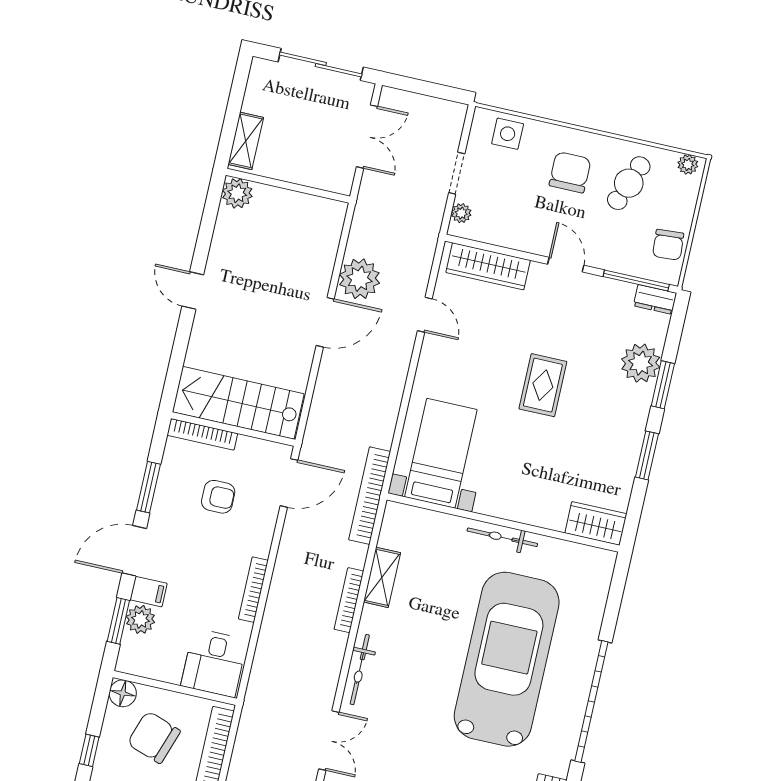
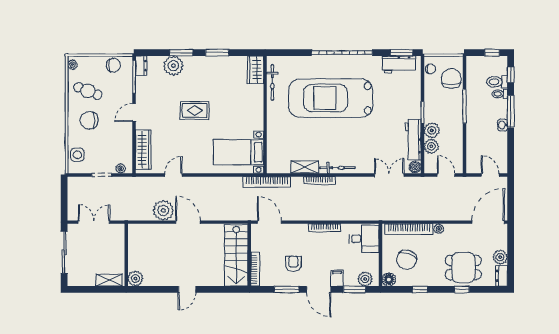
armchair: (218, 497) -> (293, 264), moved
bicycle: (502, 537) -> (272, 83), moved
plant: (140, 619) -> (365, 279), moved
bicycle: (360, 670) -> (337, 168), moved

